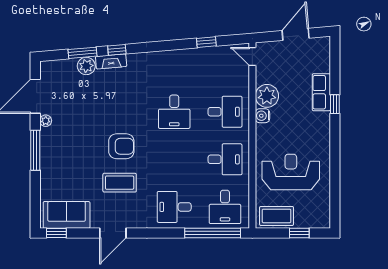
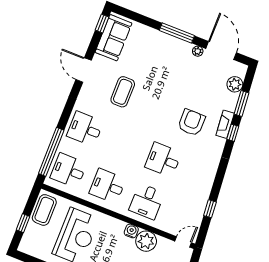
plant: (86, 66) -> (235, 84), moved
armchair: (121, 146) -> (191, 123), moved, turned 180
desk: (225, 159) -> (108, 186), turned 90
desk: (174, 207) -> (85, 129), turned -90

